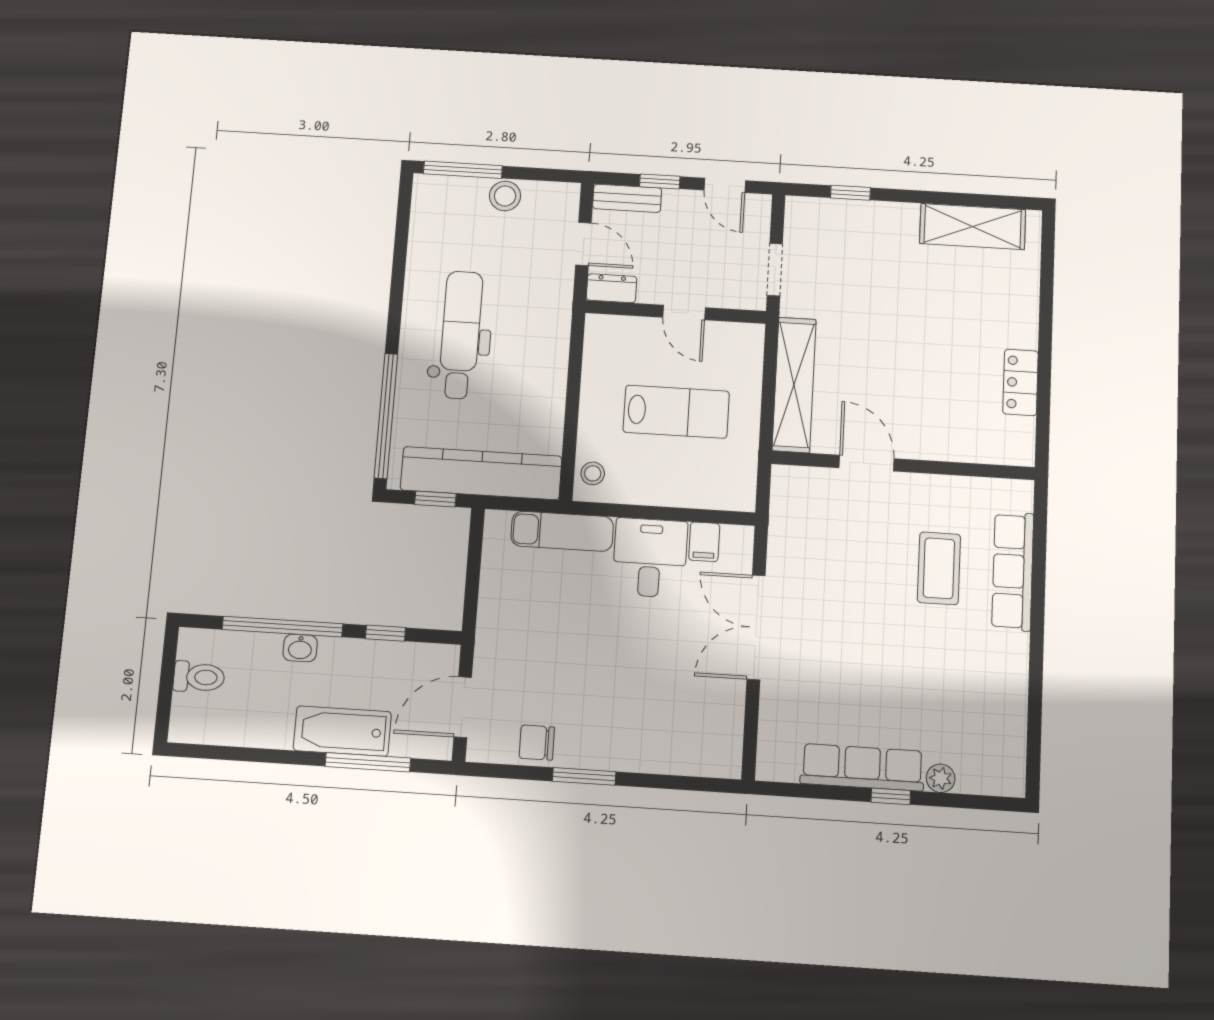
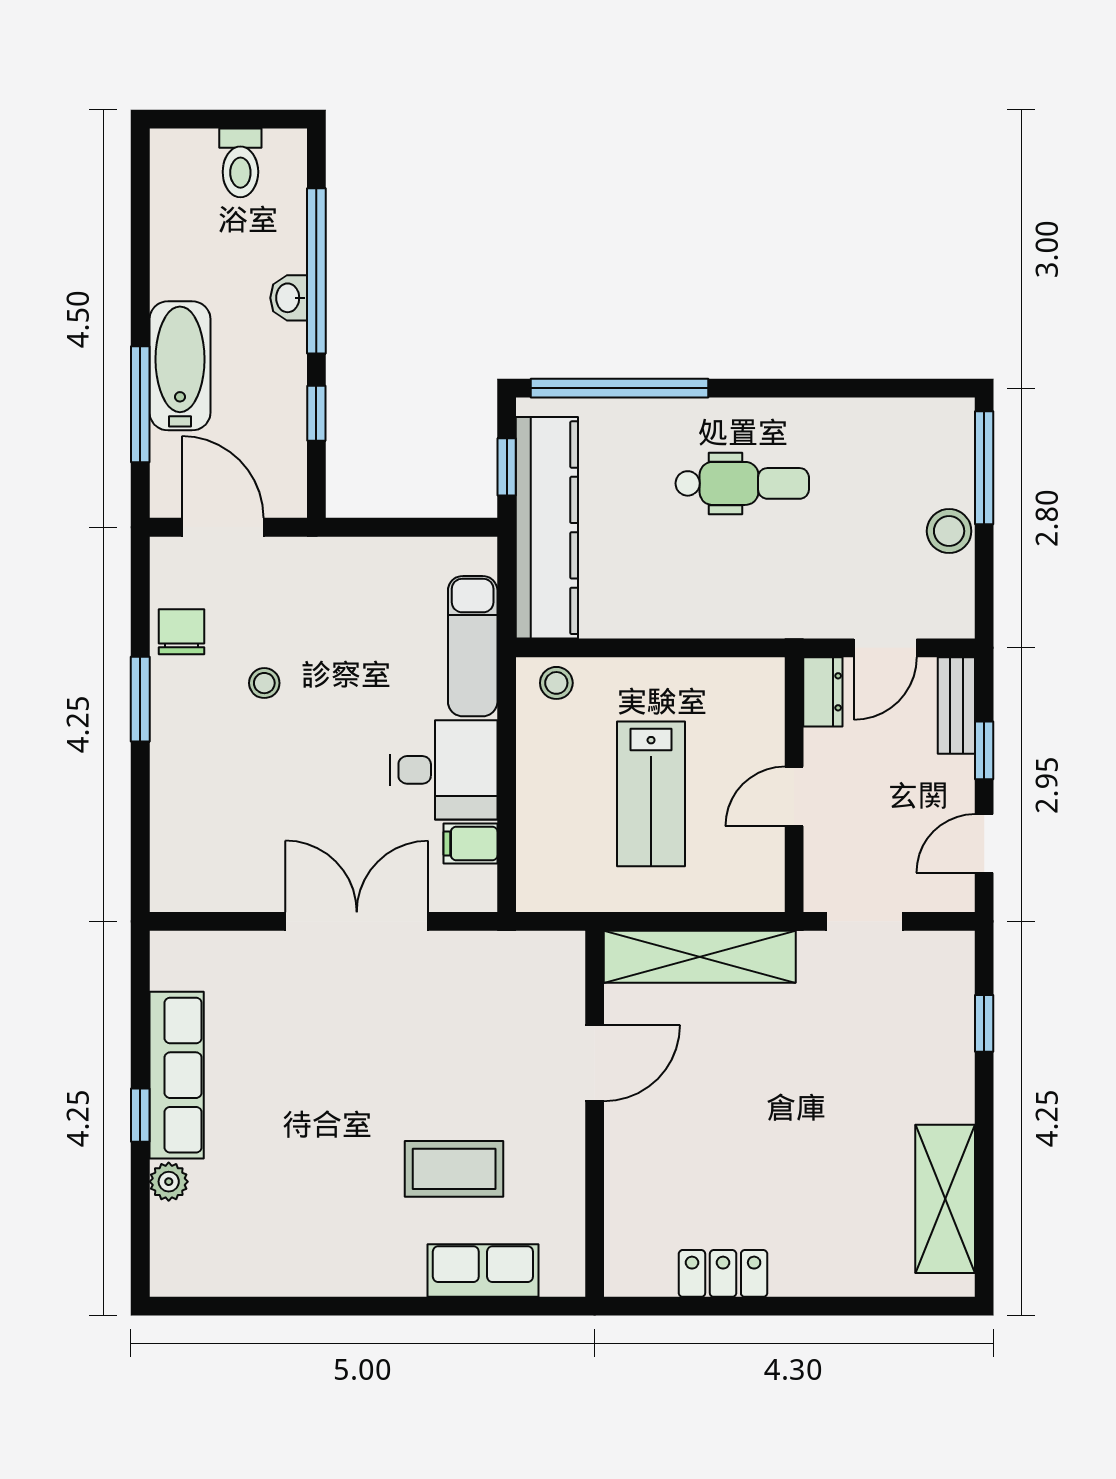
dental chair: (461, 335) -> (742, 483), width x0.73, depth x0.72
row of seats: (1013, 571) -> (483, 1270), width x0.68
stool: (578, 684) -> (264, 683), added

